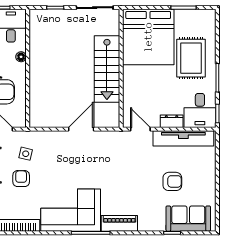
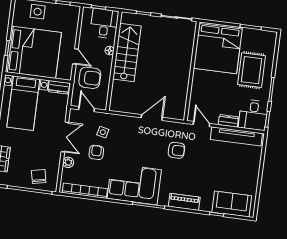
stairs: (107, 69) -> (127, 53), moved, turned 180
armchair: (172, 181) -> (176, 150), moved
piano: (119, 223) -> (184, 202), moved

